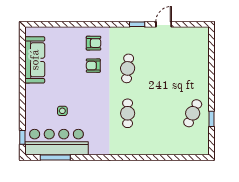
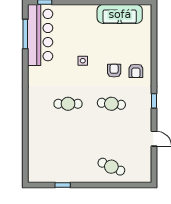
window: (137, 24) -> (154, 101), moved
side table: (62, 111) -> (83, 61), moved
cafe table: (193, 113) -> (111, 167), moved

